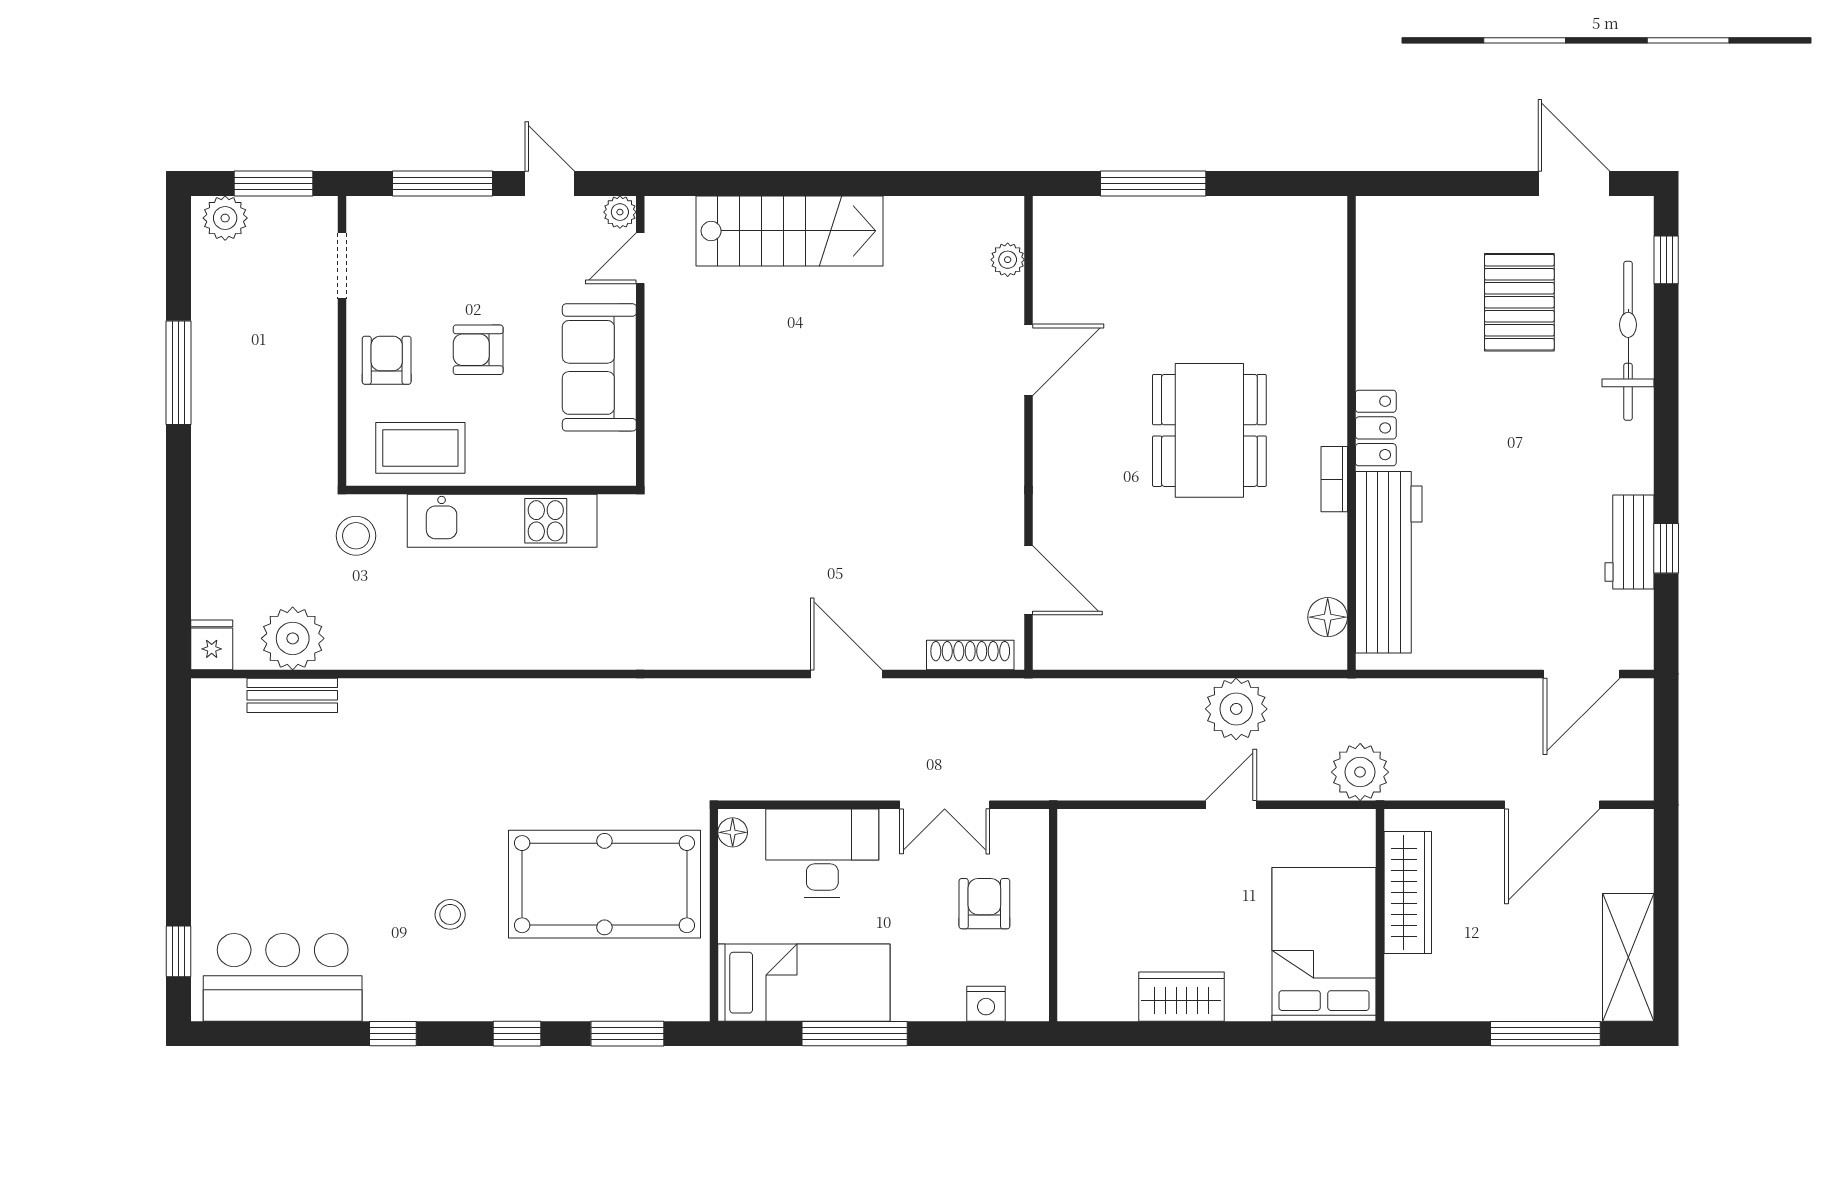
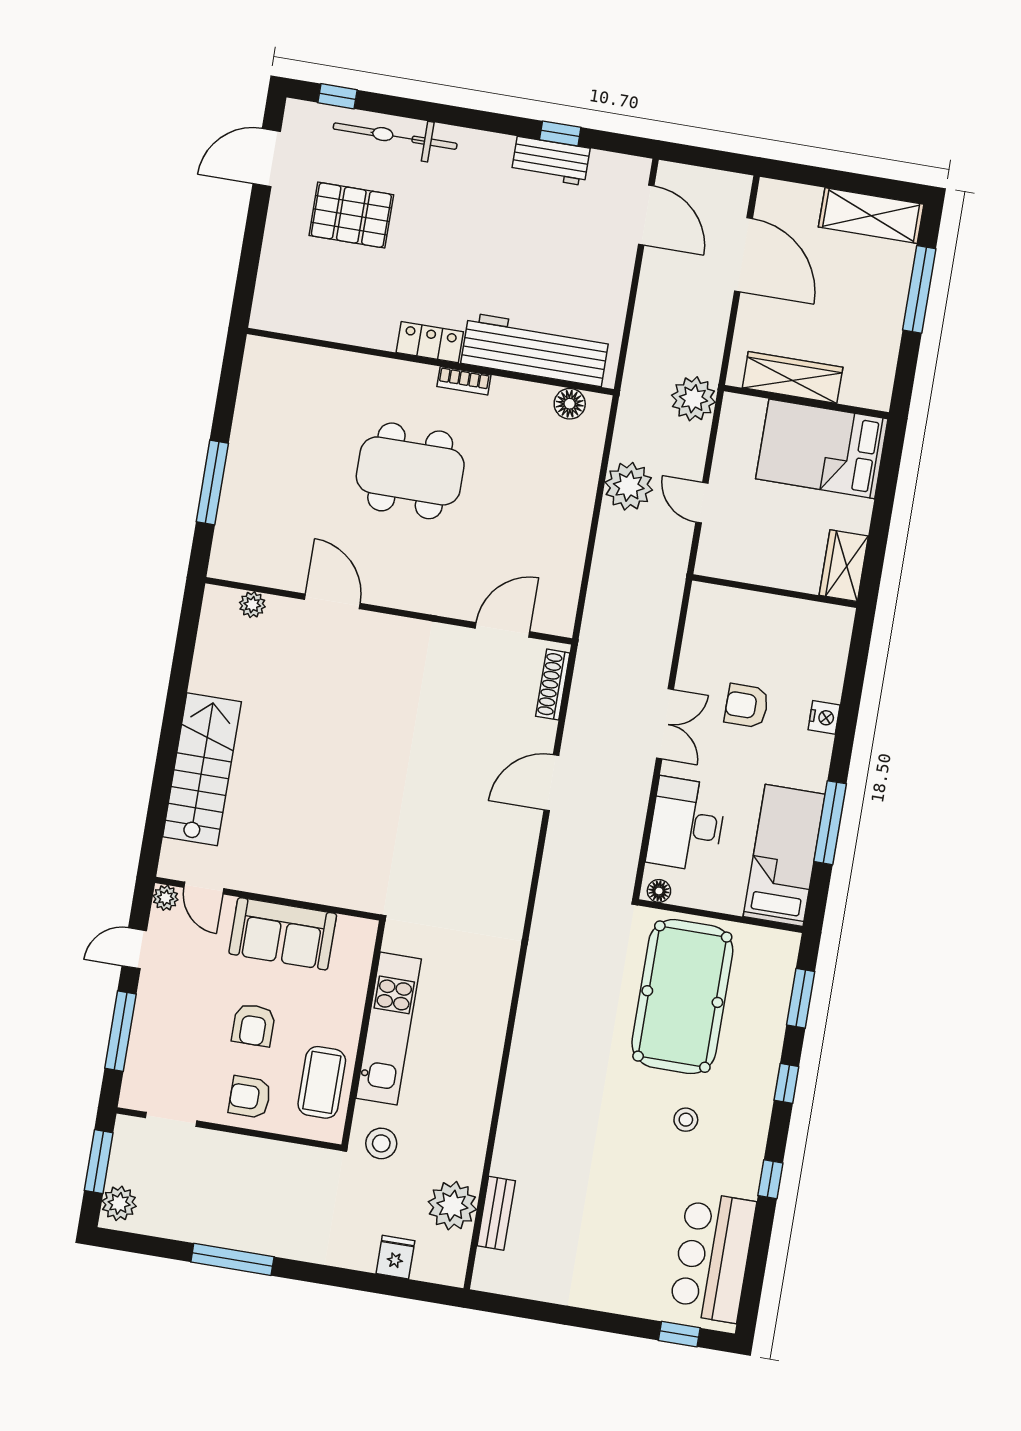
fridge: (212, 645) -> (395, 1257), moved, turned 90
wall: (1053, 915) -> (775, 591), moved

